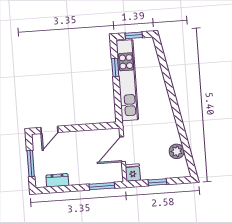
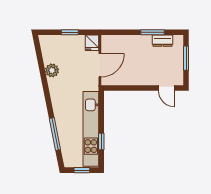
window: (165, 72) -> (55, 134), added
door: (49, 130) -> (166, 88), swing flipped
plant: (177, 151) -> (52, 70), moved
window: (102, 186) -> (152, 32), moved

